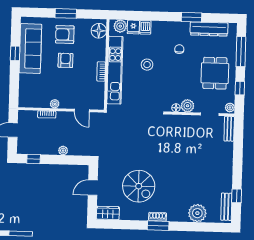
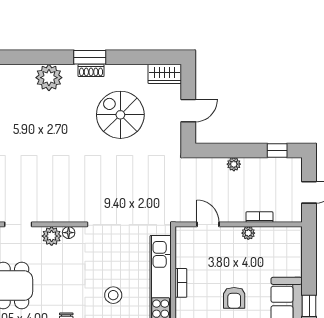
plant: (197, 213) -> (49, 78), moved

